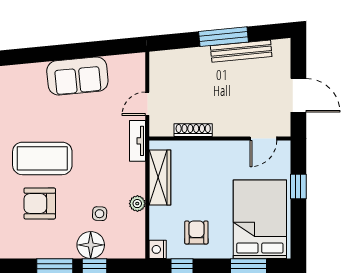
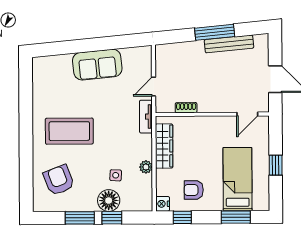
shoe rack: (193, 130) -> (186, 108), width x0.70
window: (298, 187) -> (276, 165), moved
armchair: (40, 203) -> (59, 180), moved, turned 69
bed: (260, 219) -> (238, 179), width x0.67
armchair: (196, 232) -> (194, 190), turned -90

